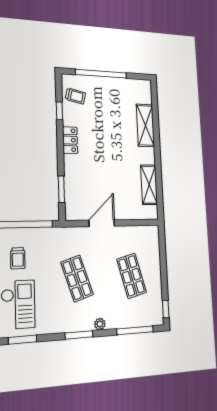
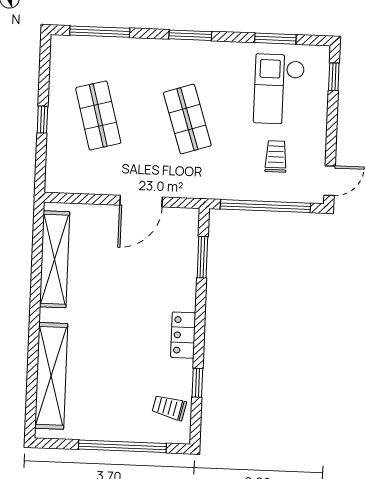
shelving: (145, 125) -> (51, 376), width x1.47
shelving: (149, 185) -> (55, 259), width x1.47
window: (166, 309) -> (42, 120), moved
plant: (100, 324) -> (156, 48), removed

